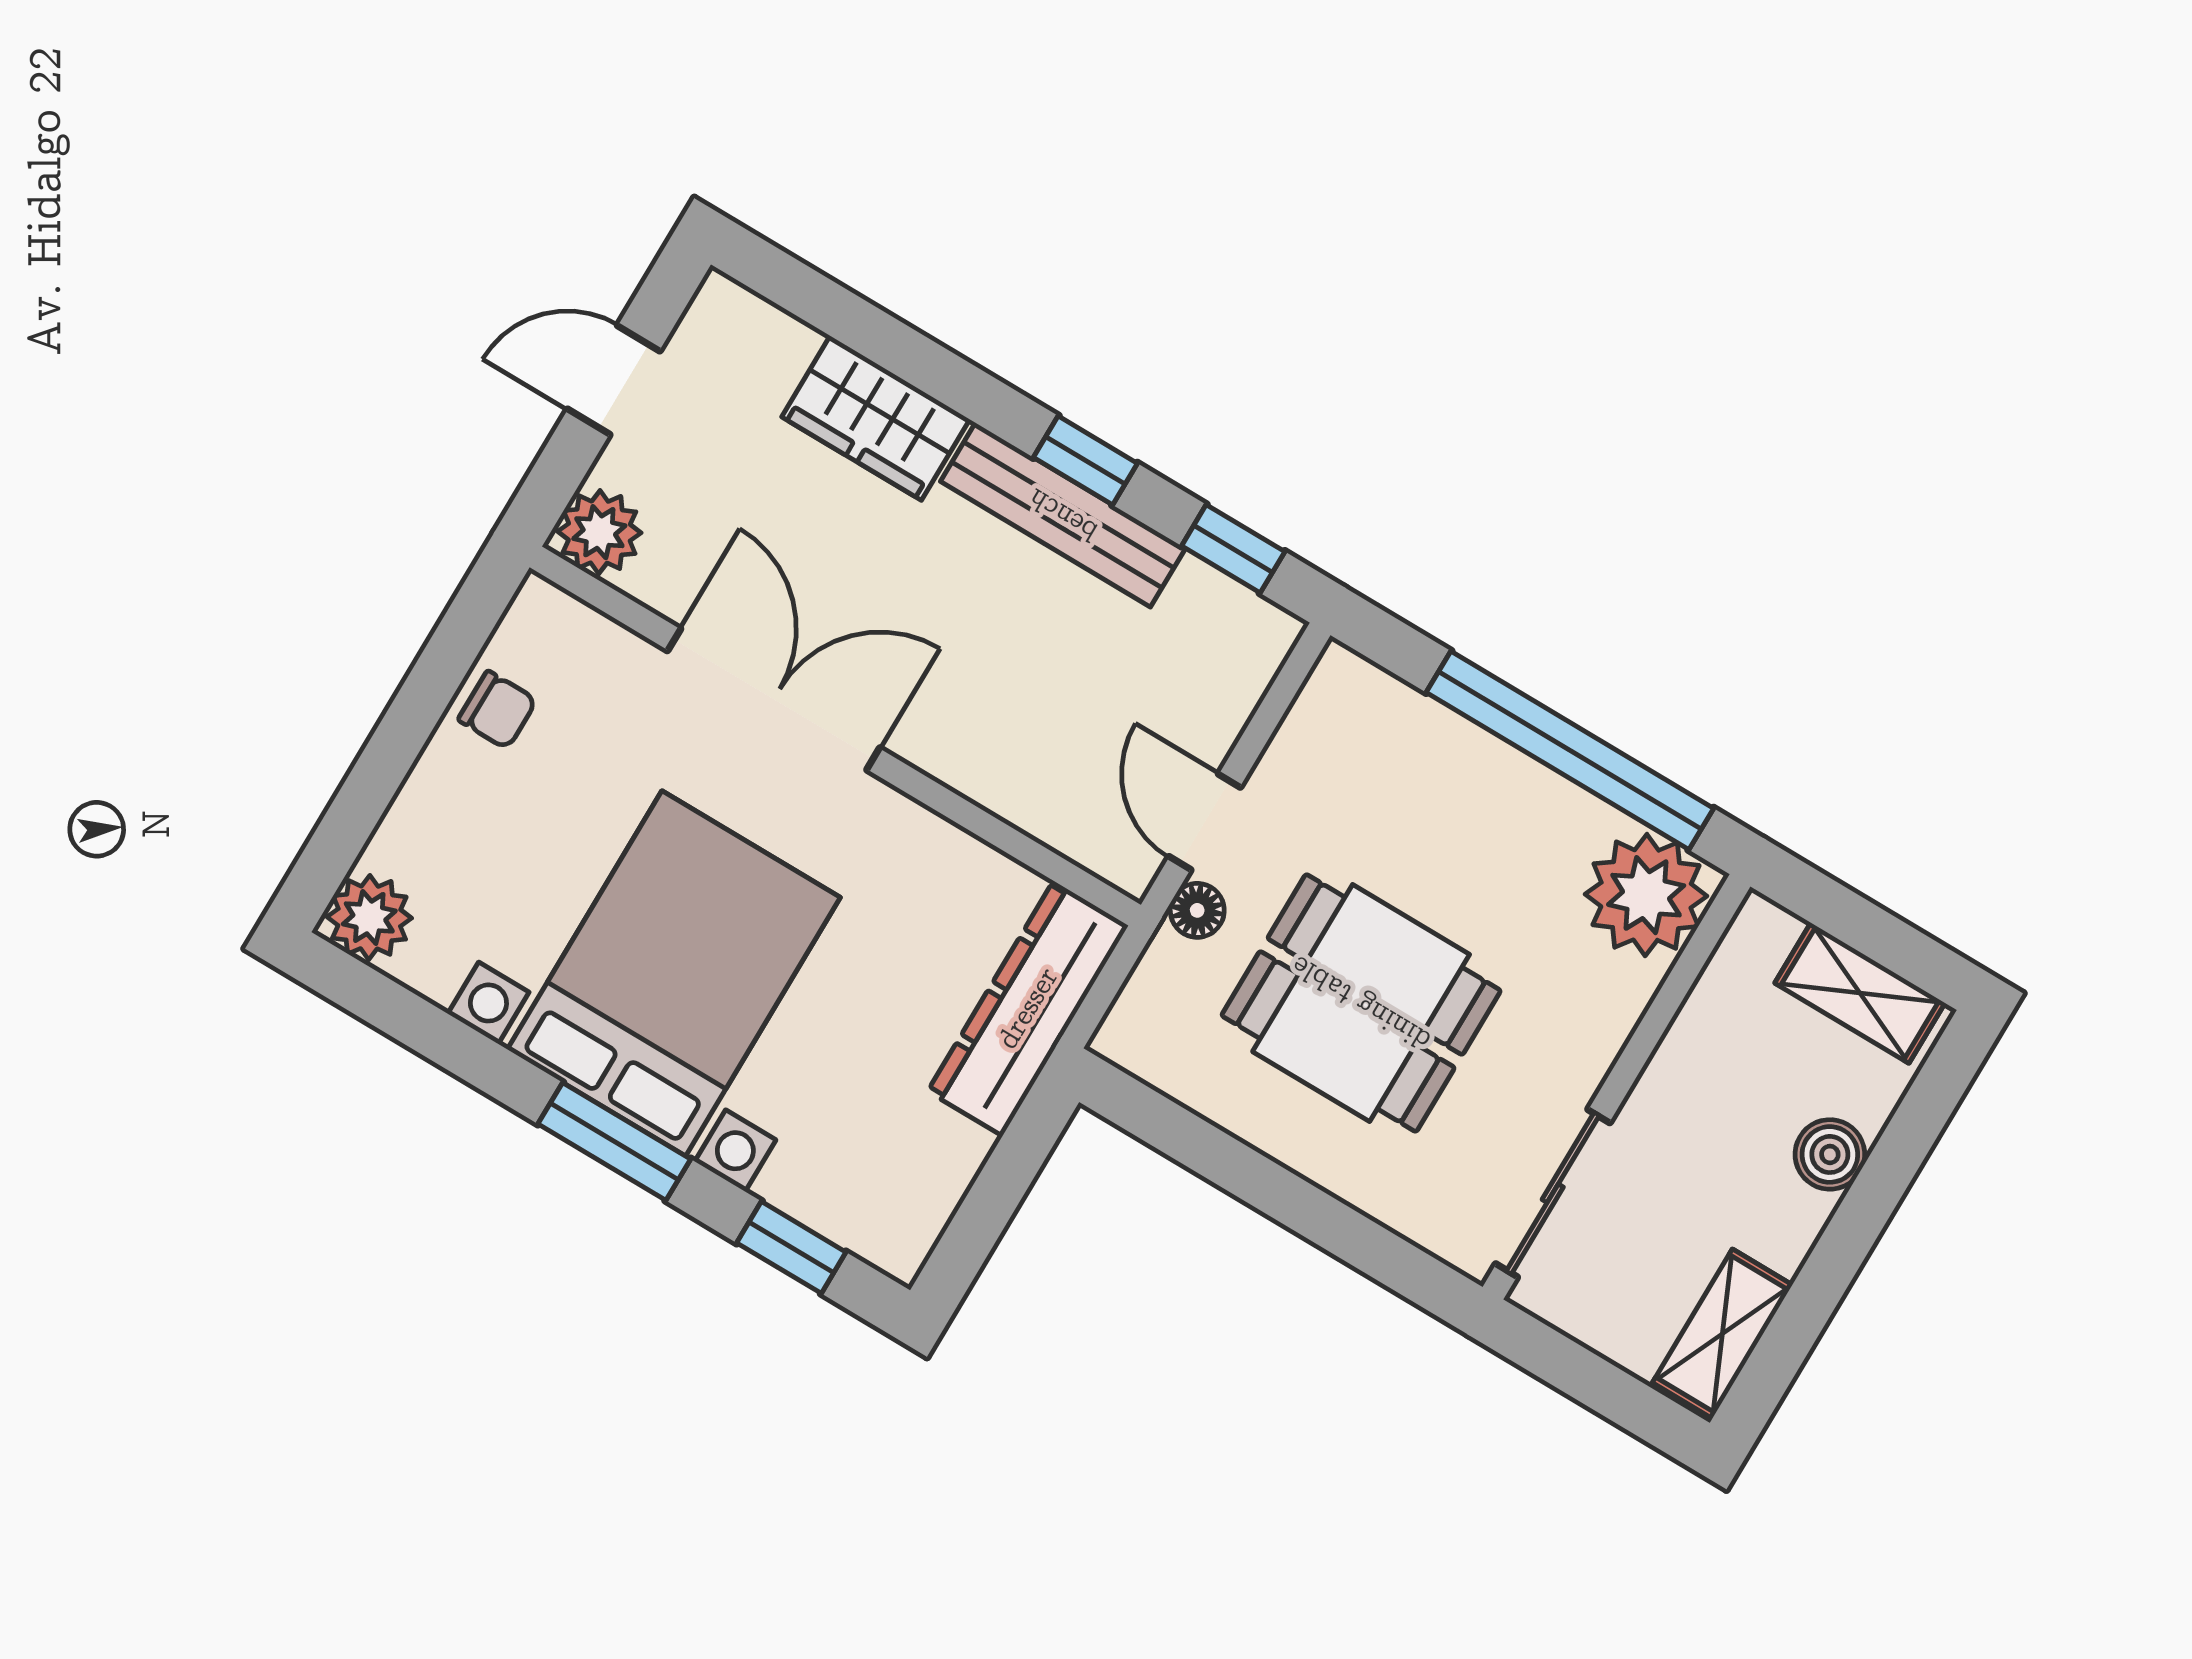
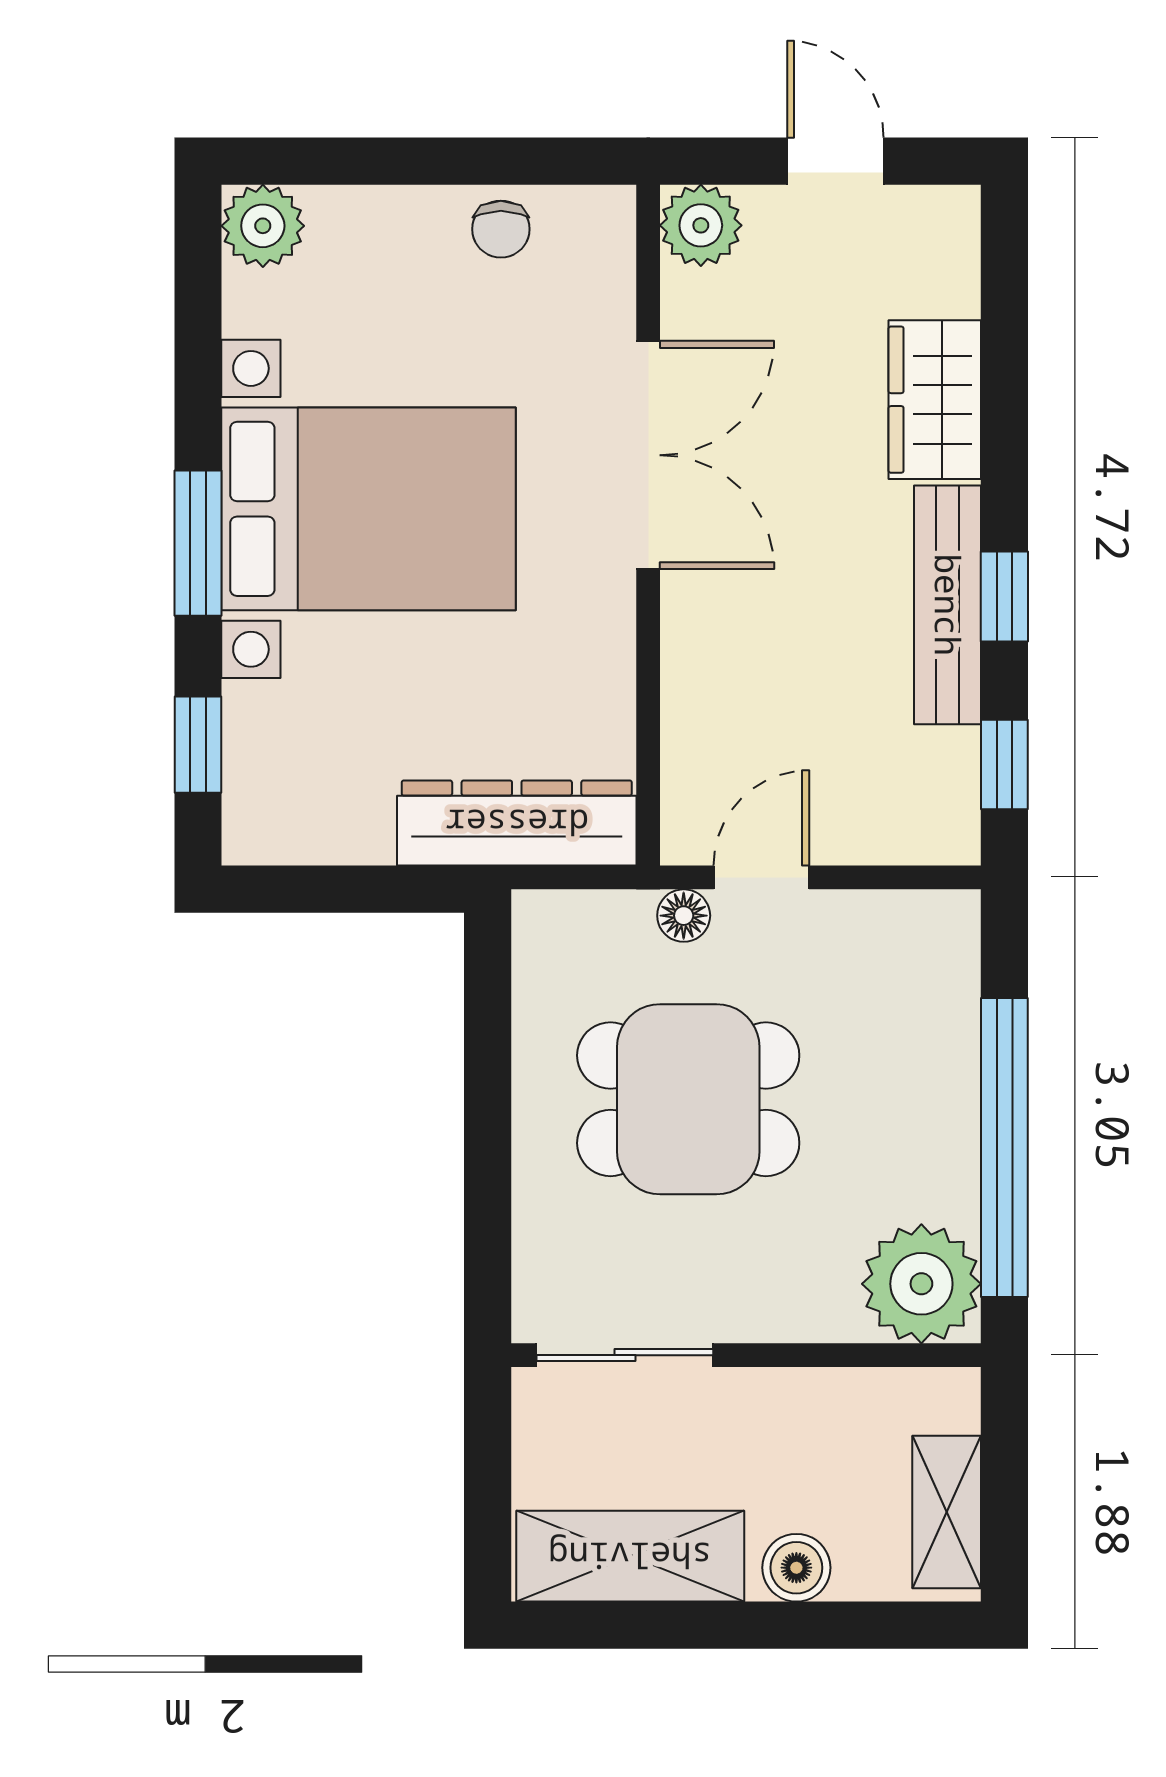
dining table: (1361, 1003) -> (688, 1099), turned 90
shelving: (1722, 1334) -> (630, 1556), width x1.50, depth x1.33

